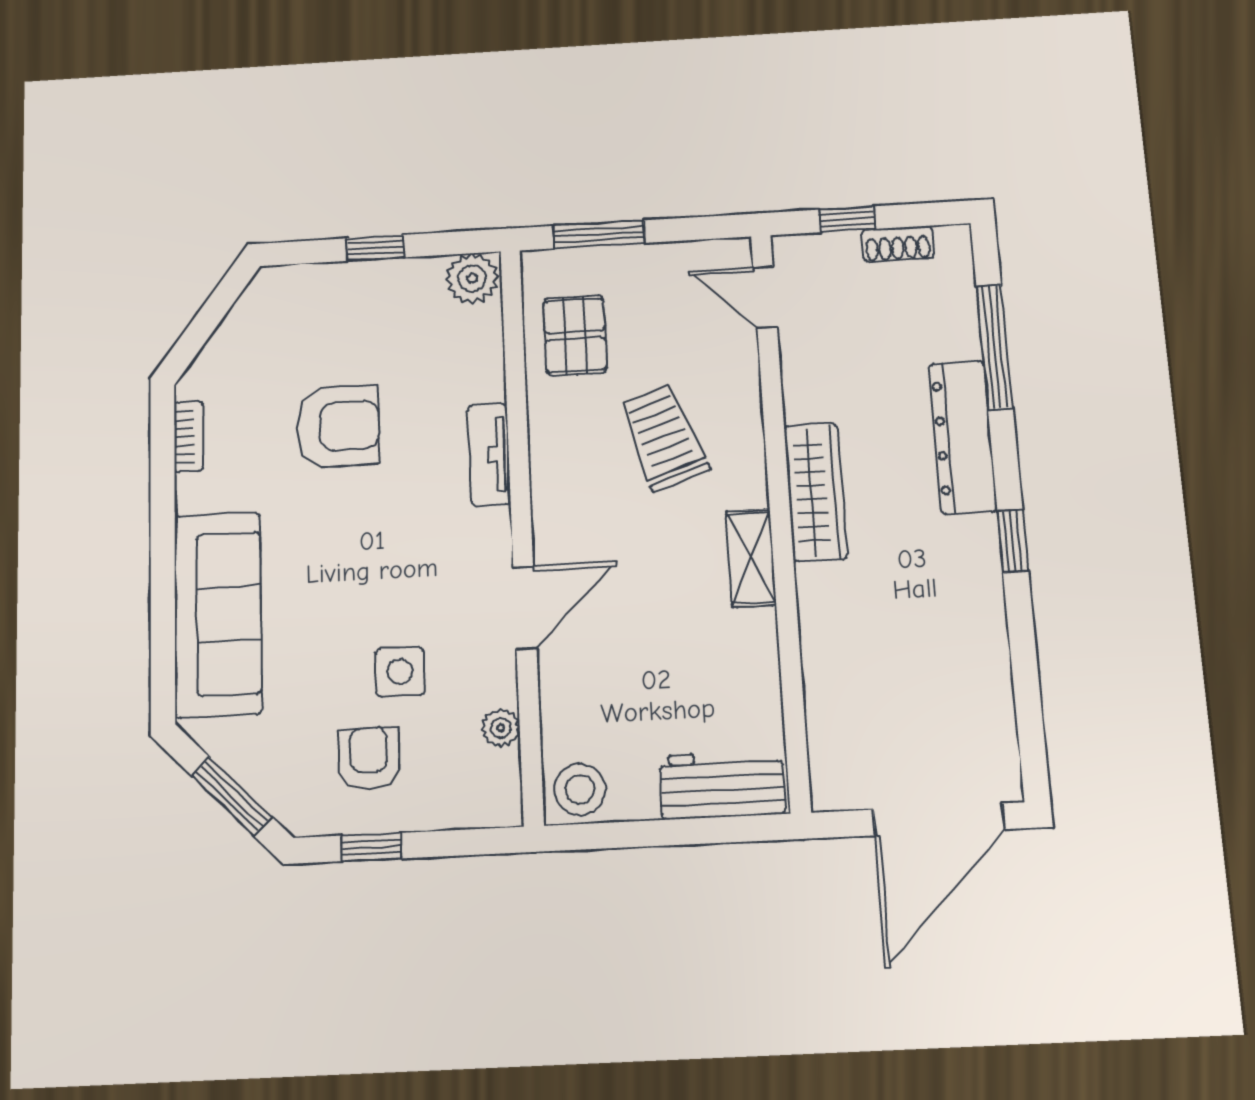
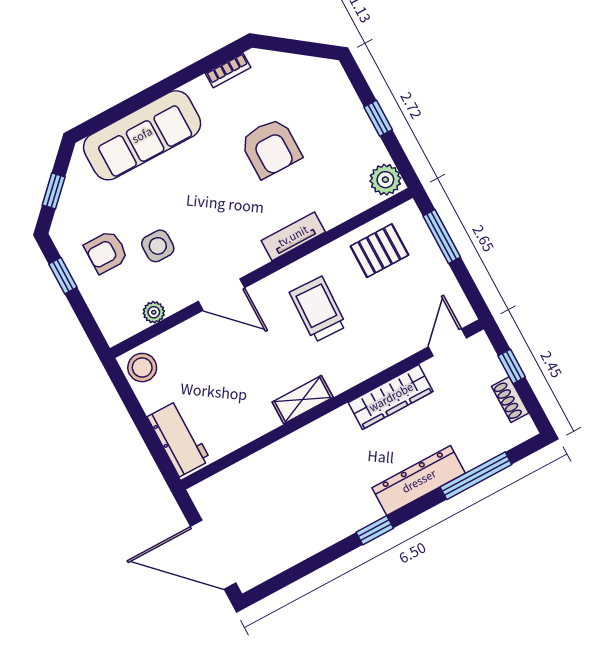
trolley: (664, 437) -> (318, 309), moved, turned -69
wardrobe: (815, 492) -> (391, 397), moved
armchair: (369, 758) -> (106, 252), turned 180
window: (232, 796) -> (54, 191), width x0.67

